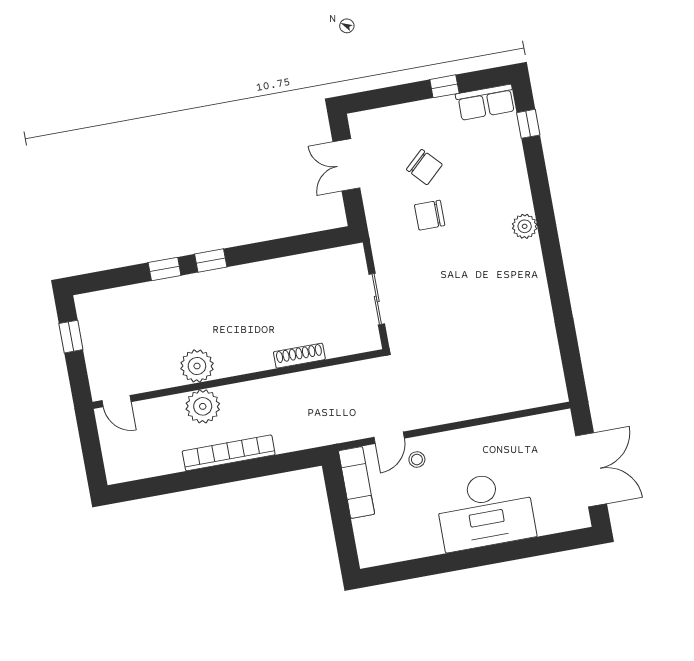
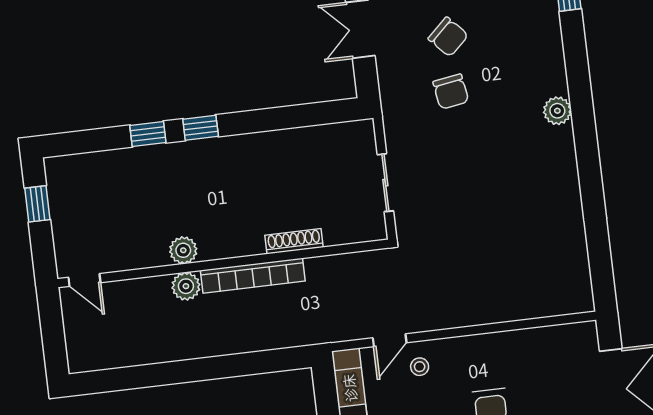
chair: (430, 215) -> (451, 92), turned -99
plant: (197, 366) -> (183, 250), width x0.73, depth x0.73
plant: (203, 406) -> (186, 286), width x0.73, depth x0.73
bookcase: (229, 453) -> (253, 276), moved, turned 180

